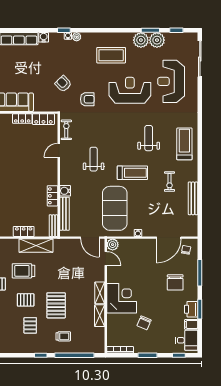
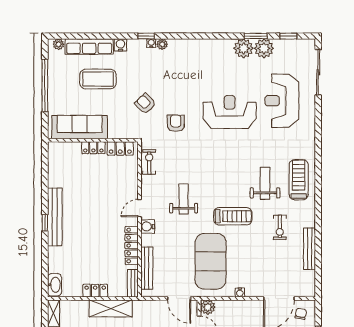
coffee table: (111, 55) -> (98, 79), moved
armchair: (87, 99) -> (176, 123), turned -90
weight bench: (149, 138) -> (265, 183), moved
door: (59, 150) -> (140, 208), moved
water cooler: (65, 191) -> (148, 226), moved
locker: (52, 196) -> (132, 246), width x1.53

